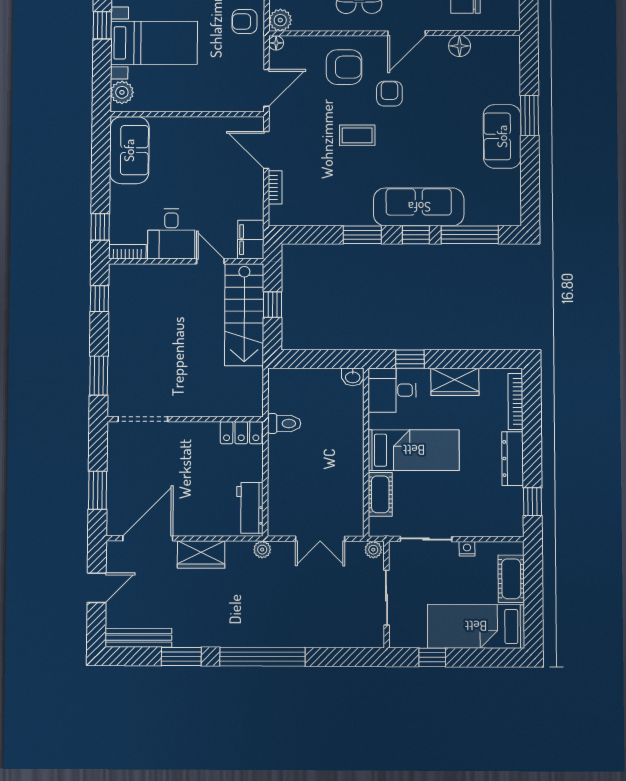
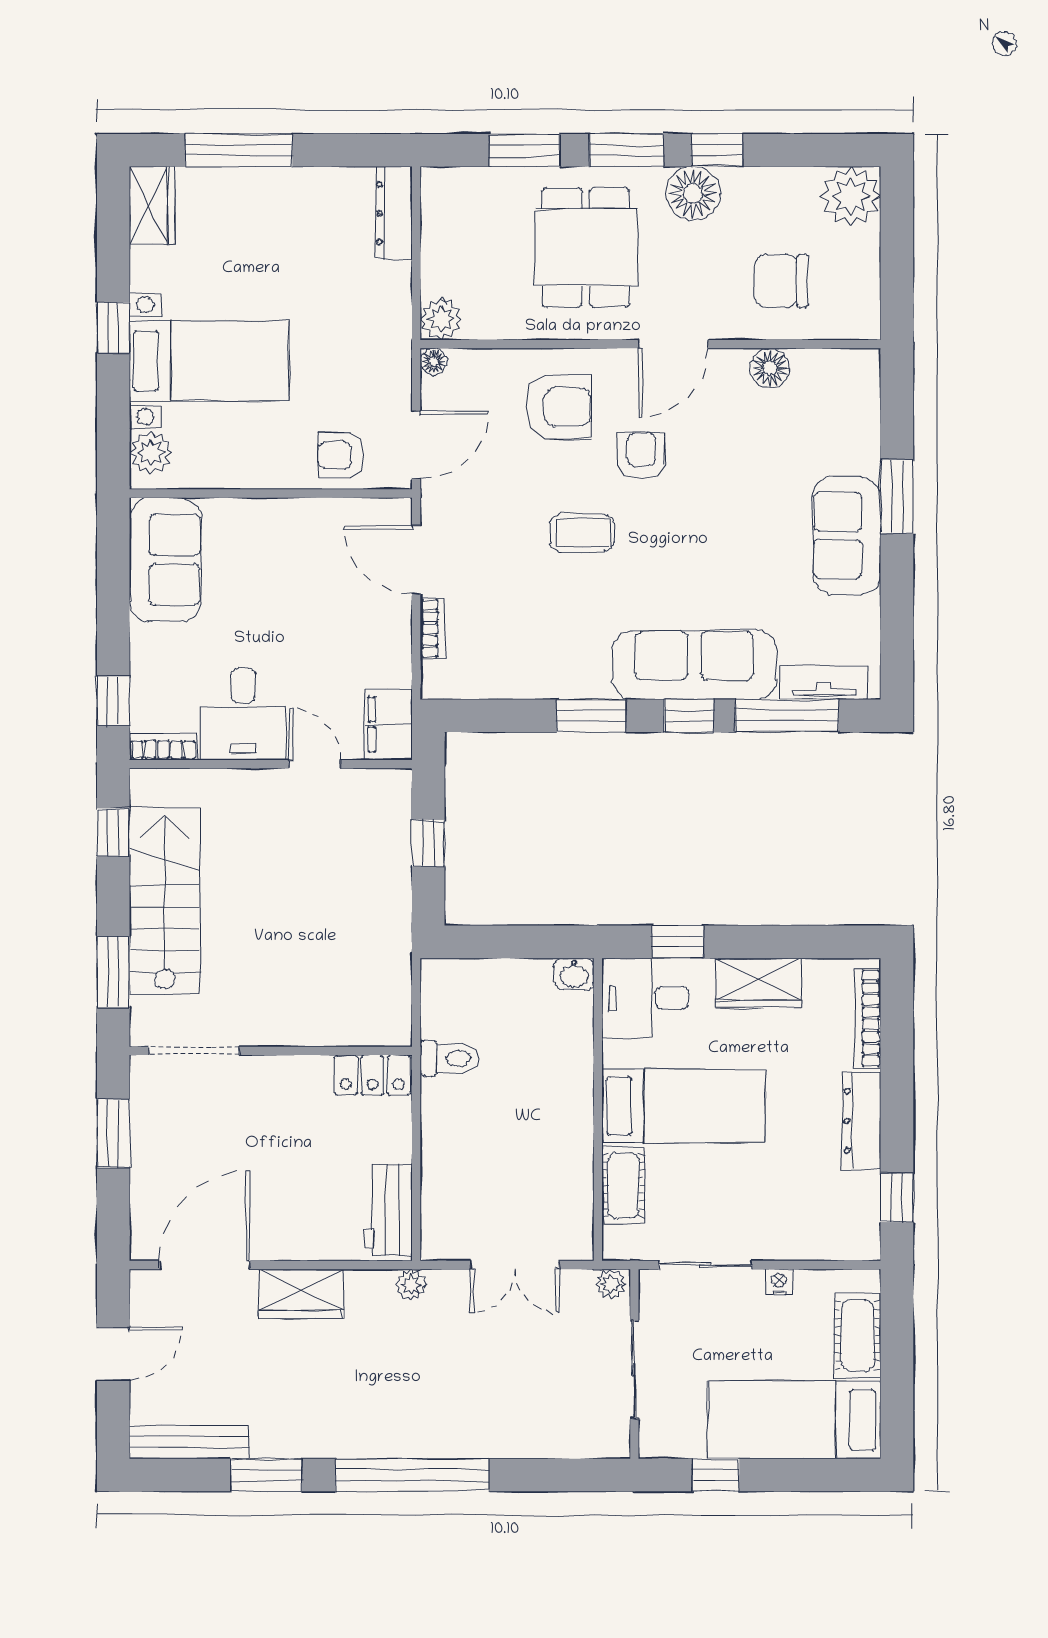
armchair: (244, 22) -> (341, 455), moved
tv unit: (490, 217) -> (824, 683), added
stairs: (244, 315) -> (165, 901), moved, turned 180
window: (98, 490) -> (113, 1133), moved

